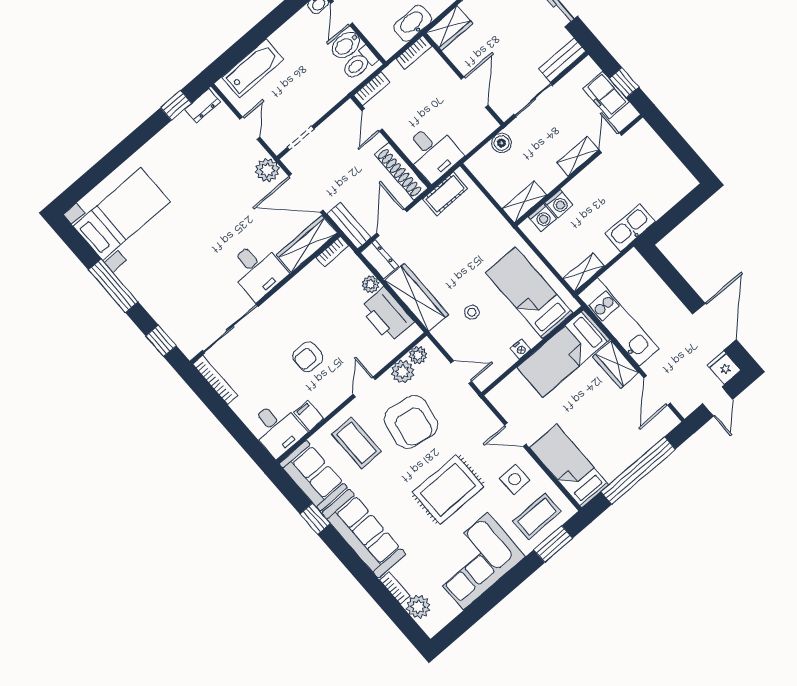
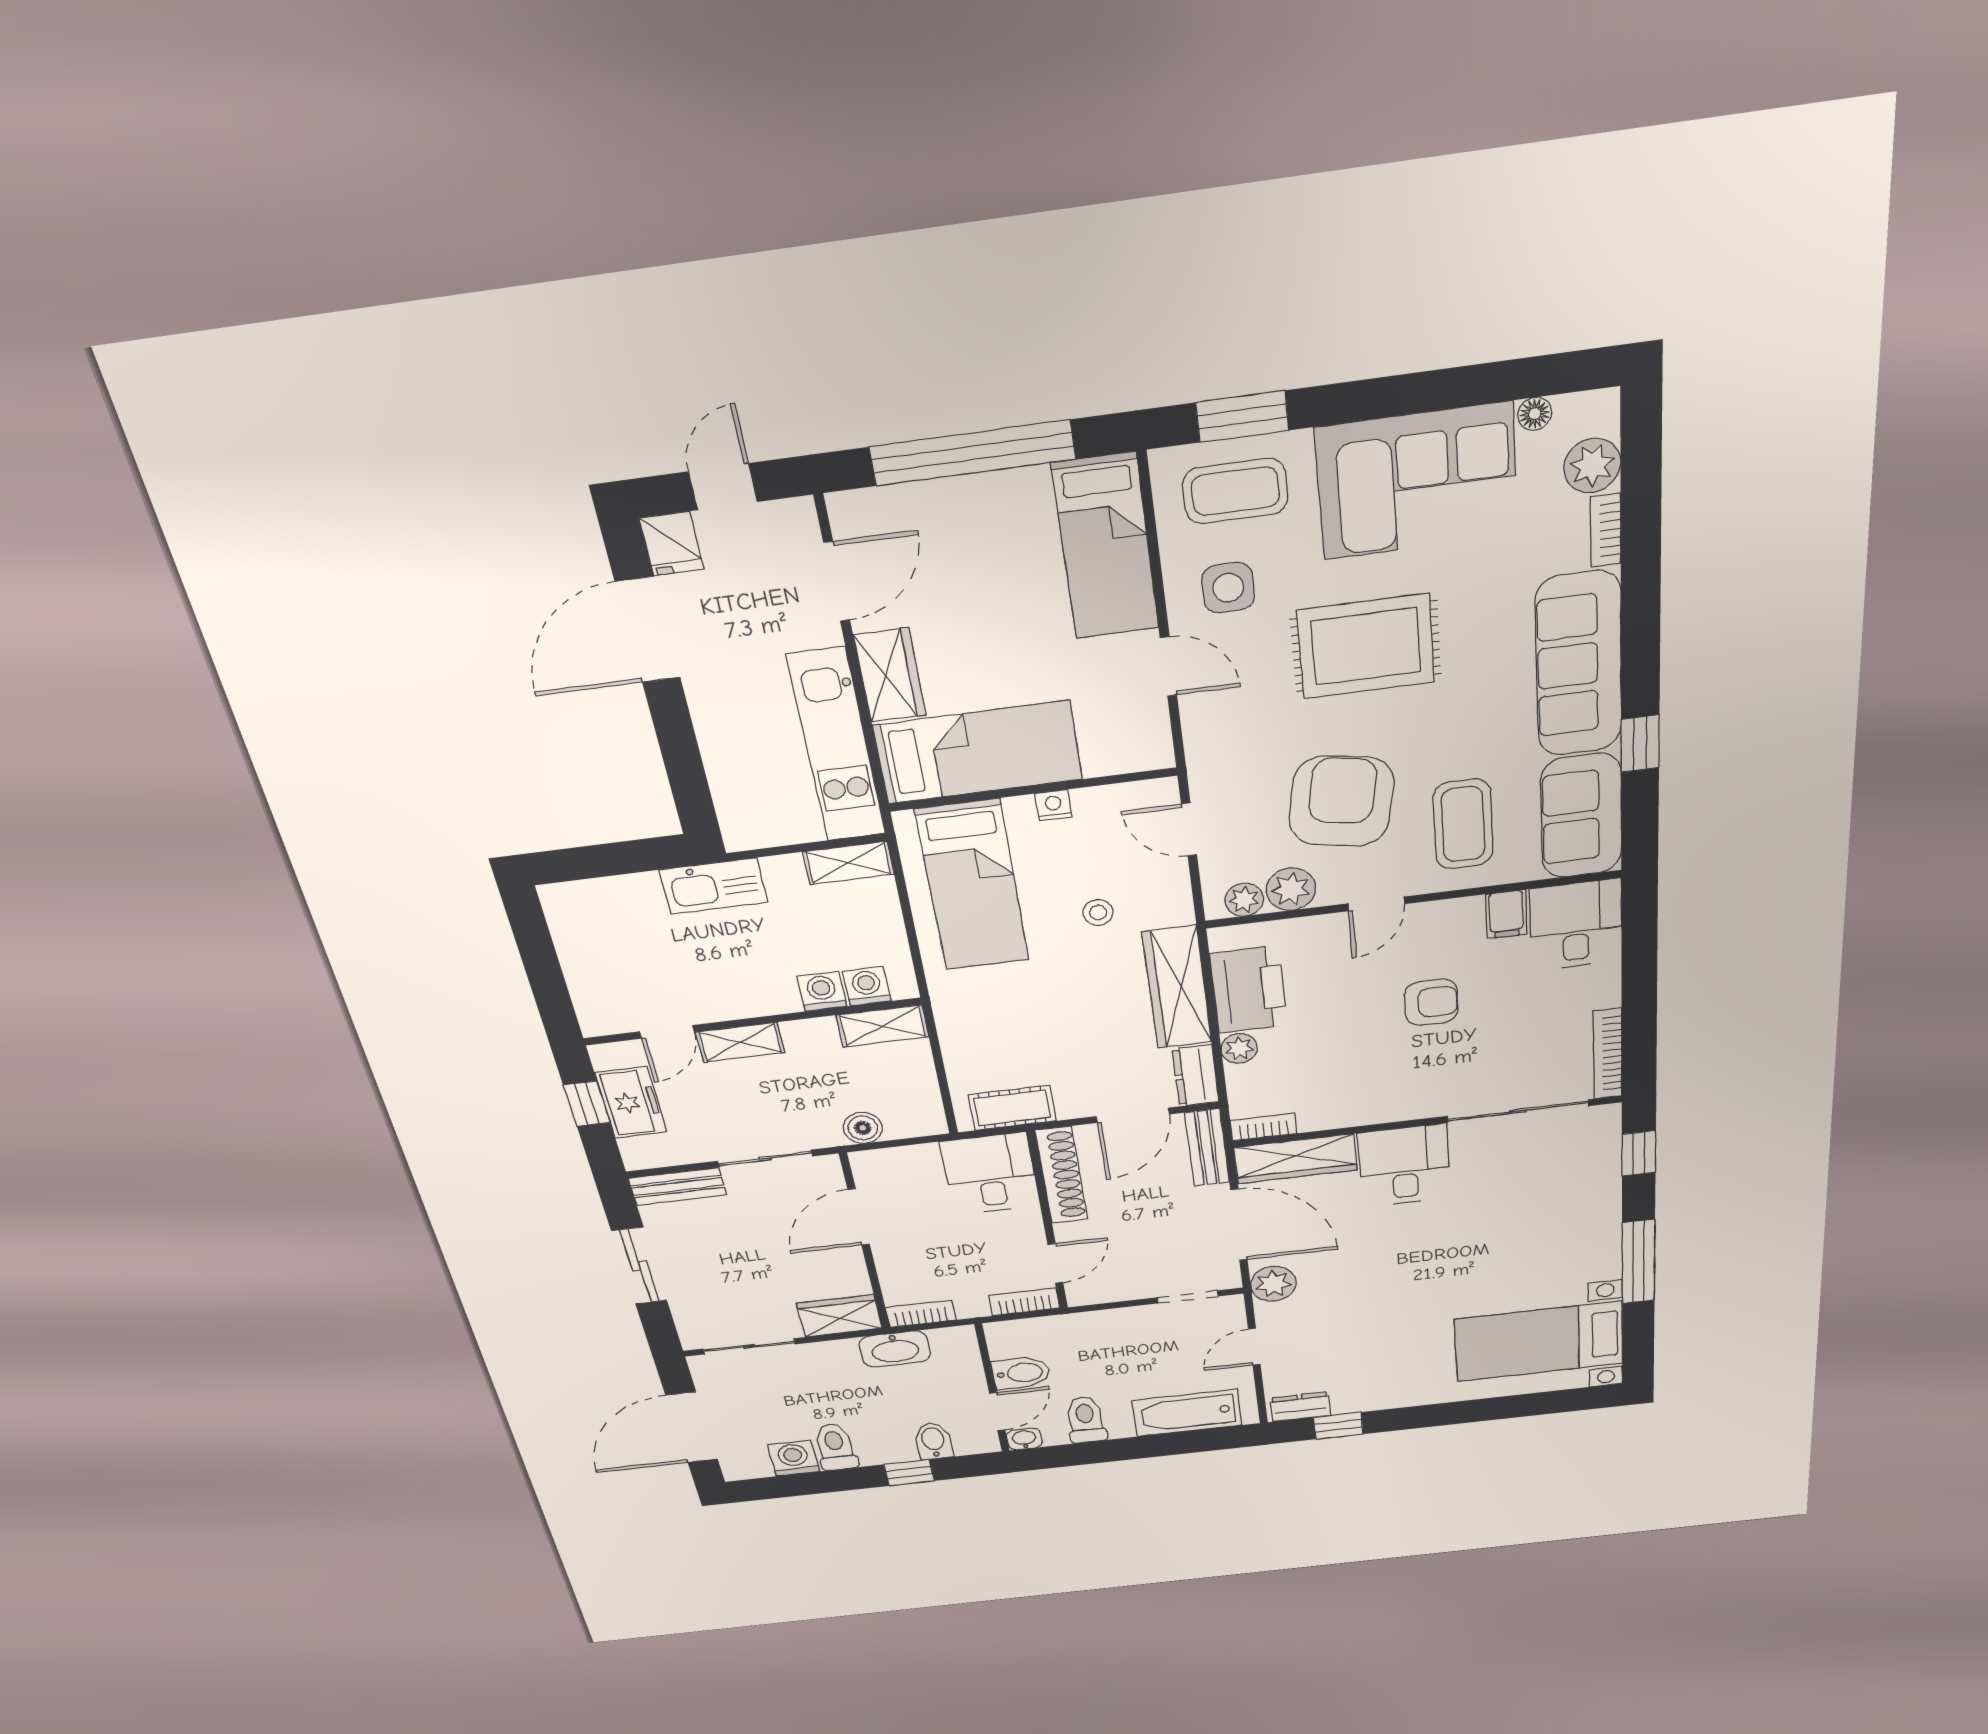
toilet: (359, 63) -> (1086, 1420), moved, turned -90
floor lamp: (453, 611) -> (1535, 414), added

